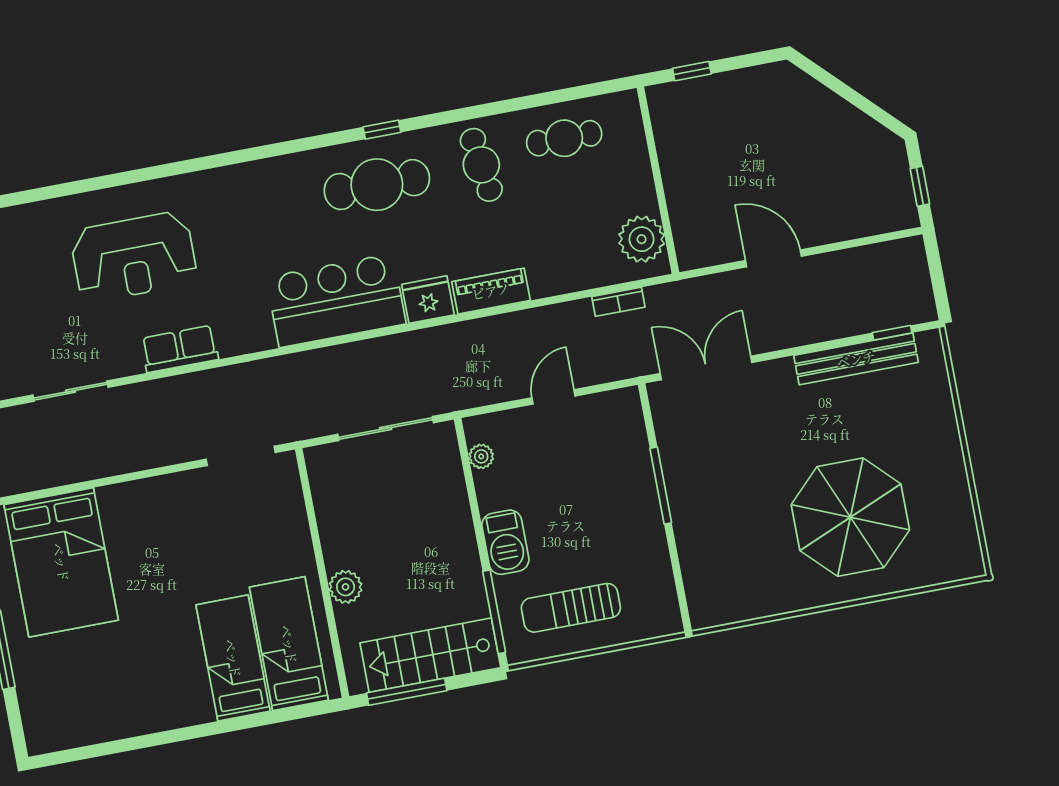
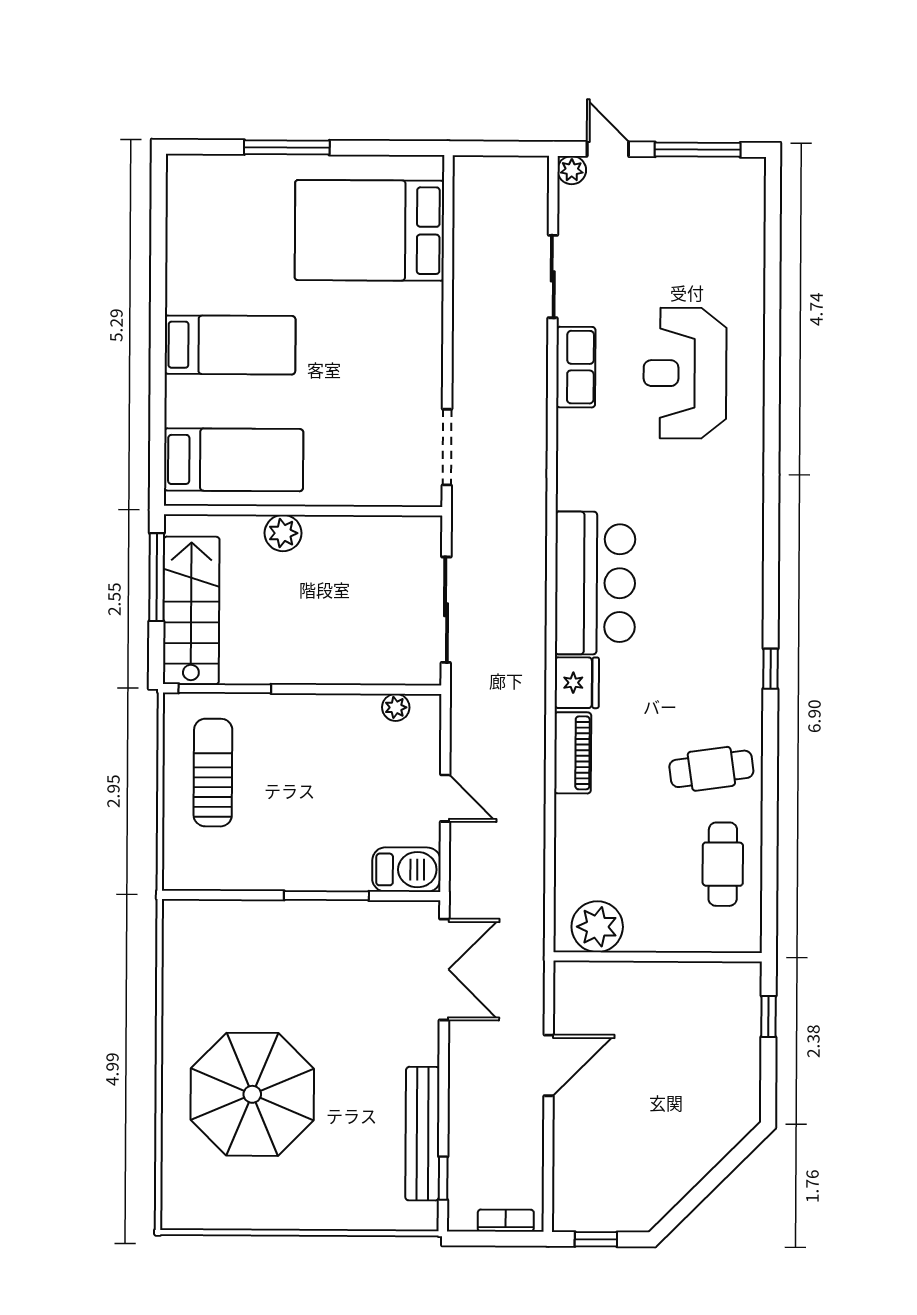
cafe table: (377, 185) -> (712, 652), removed
bookcase: (618, 302) -> (506, 1221), moved, turned 90
row of seats: (180, 349) -> (576, 367), moved
barbecue: (505, 542) -> (406, 870), moved, turned 180
bed: (233, 658) -> (230, 345), moved

